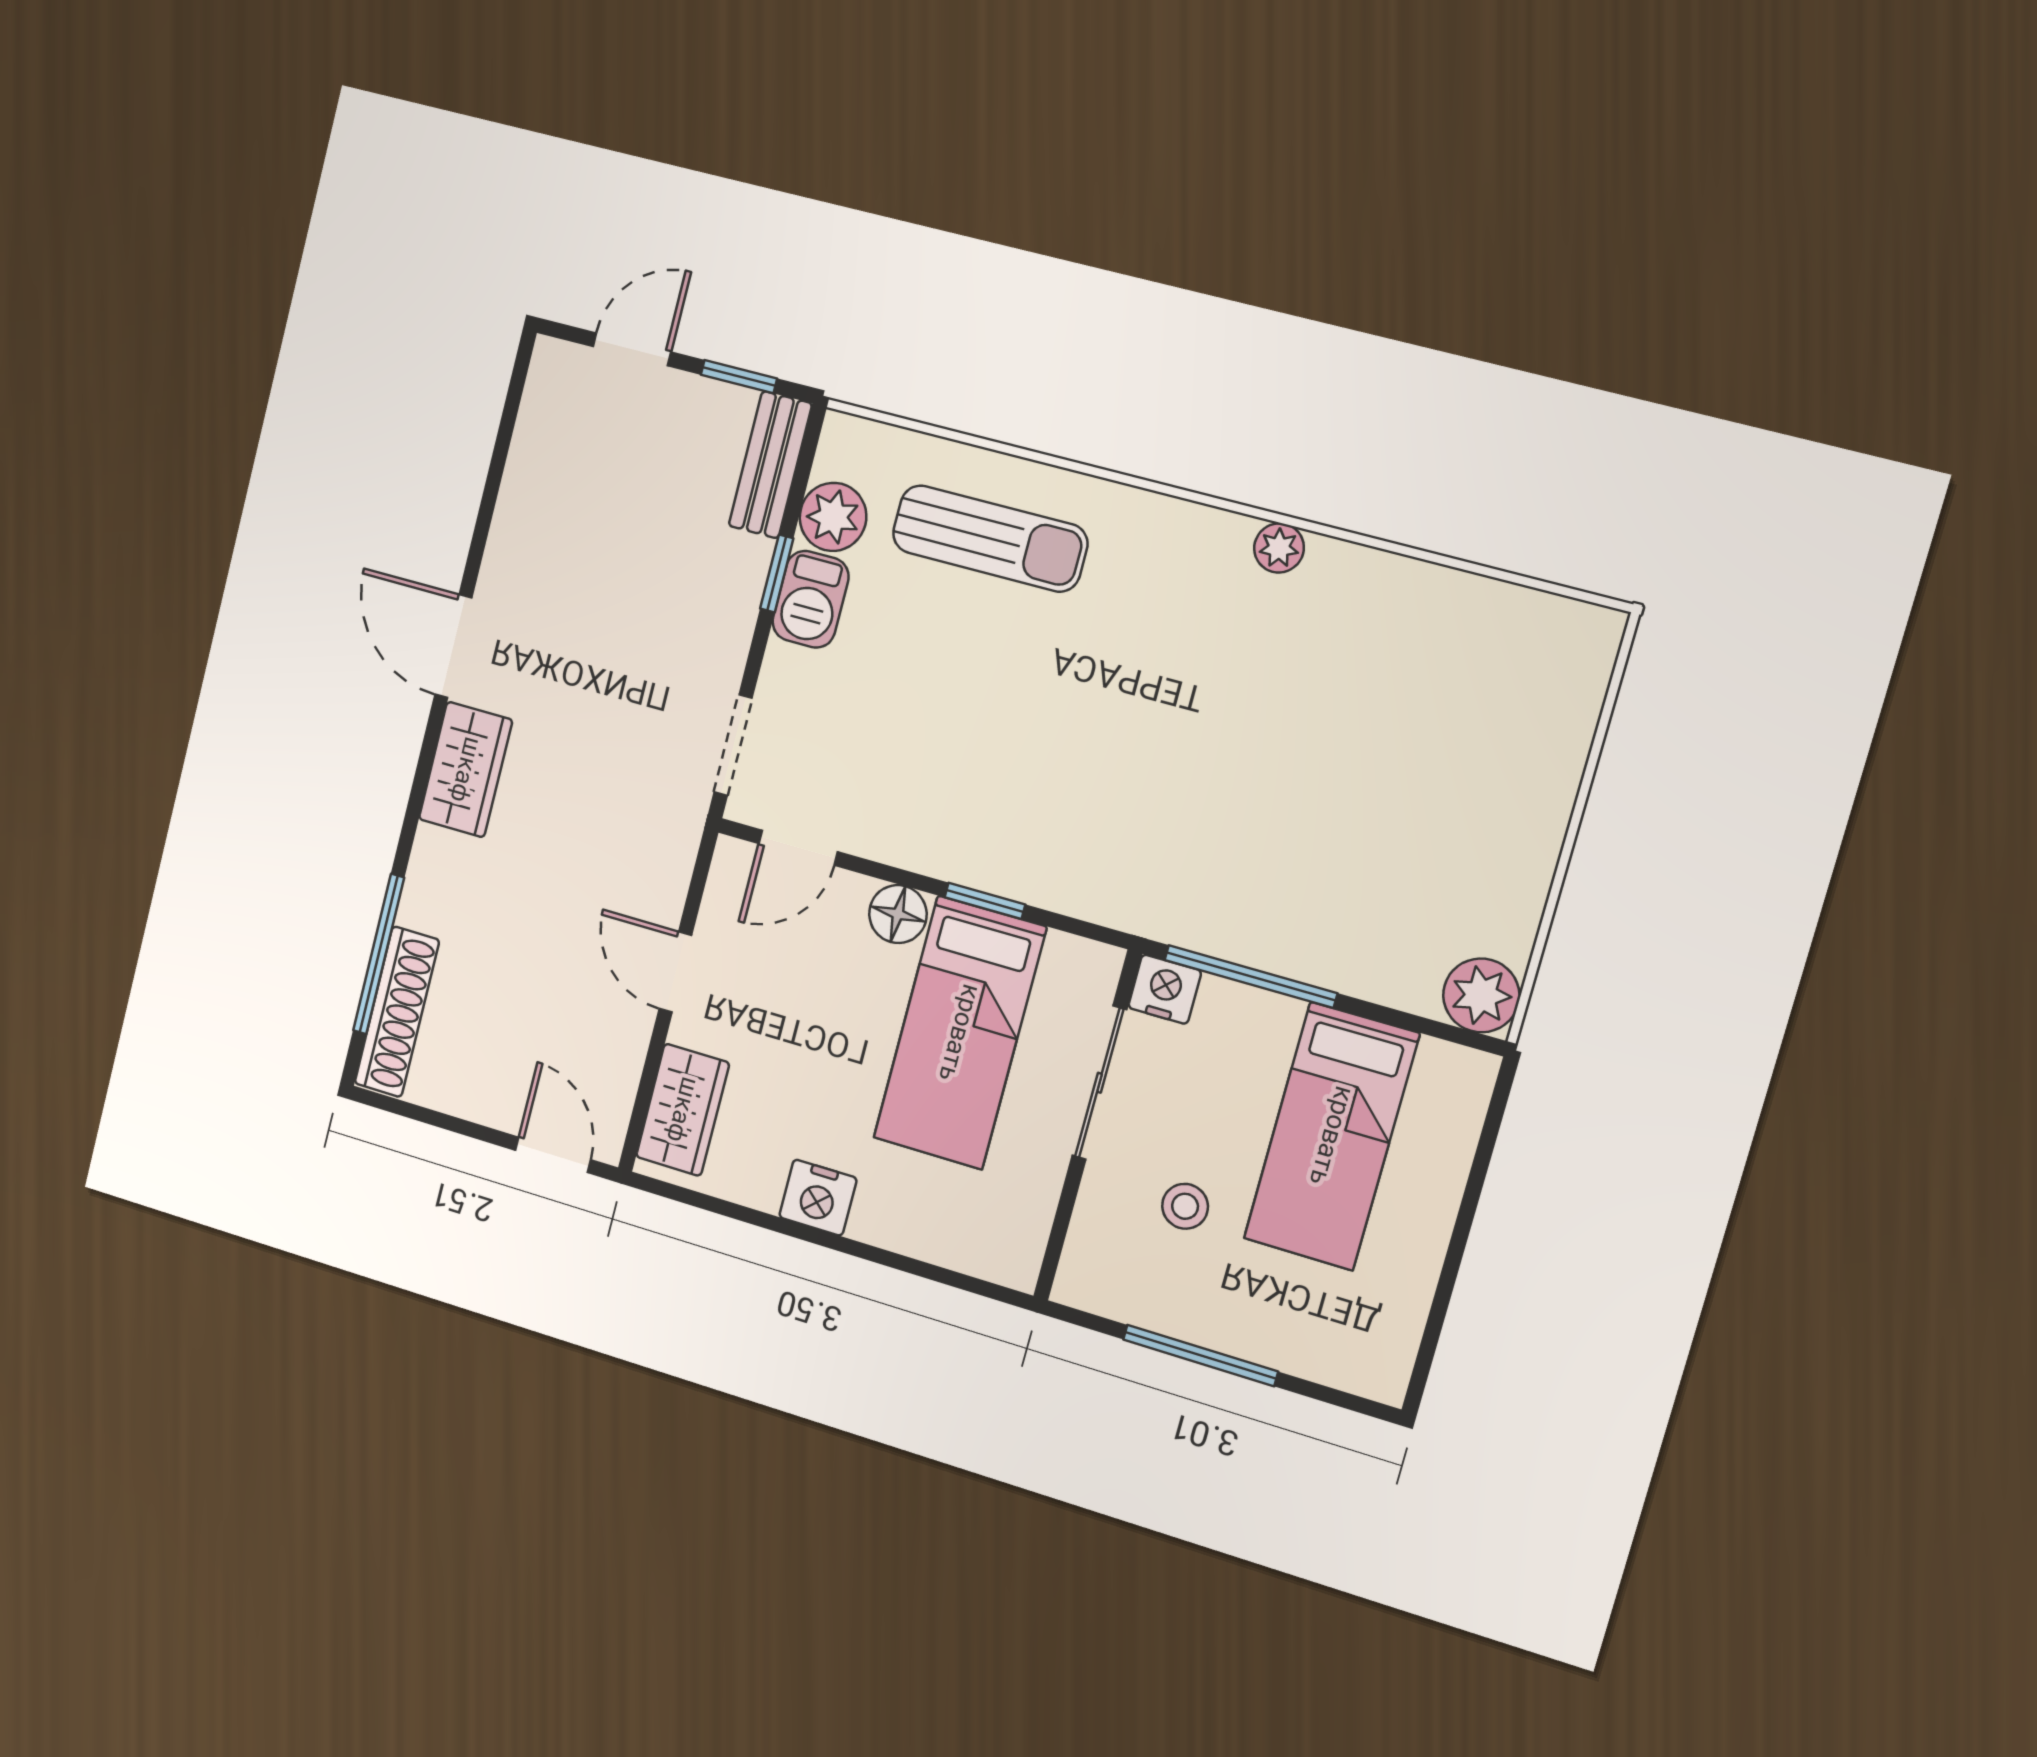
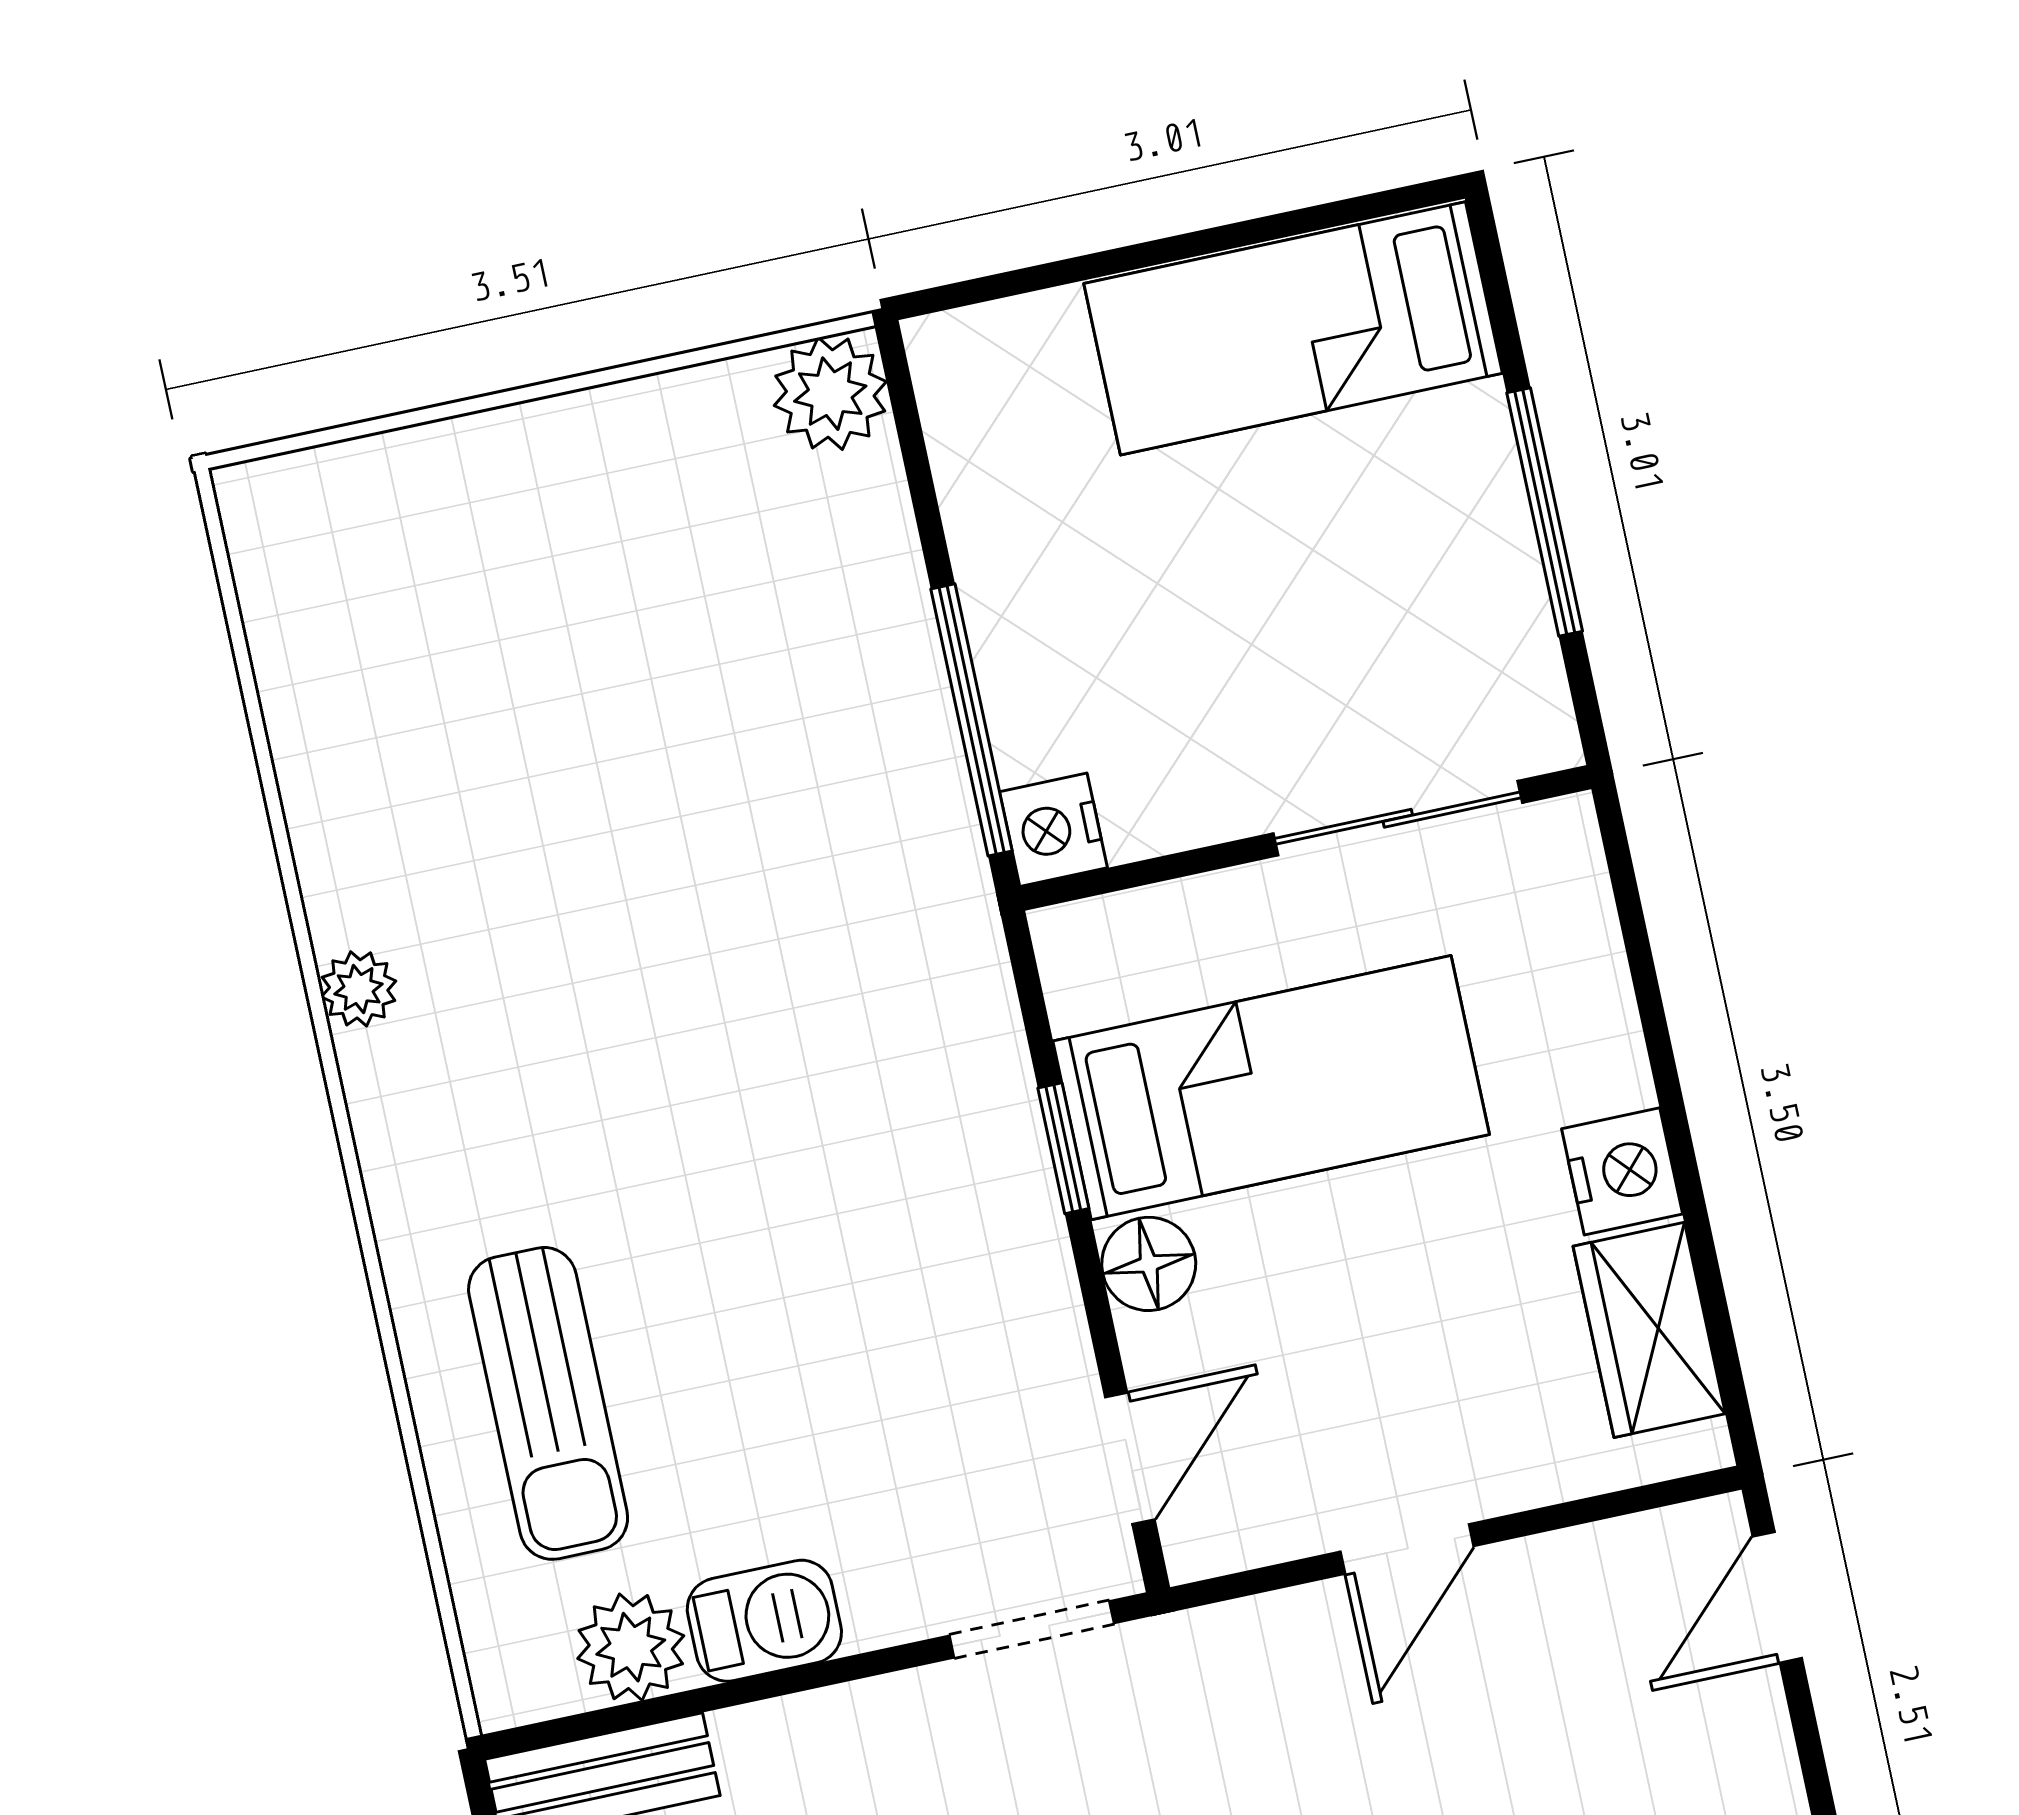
sun lounger: (990, 538) -> (548, 1403), turned 180
window: (777, 573) -> (753, 1689), removed
door: (798, 848) -> (1130, 1458), hinge flipped
sliding door: (1099, 1083) -> (1398, 818), moved
wardrobe: (683, 1110) -> (1649, 1330), moved, turned -90
bed: (1332, 1136) -> (1293, 328), moved, turned 180
stool: (1185, 1206) -> (1345, 643), removed

